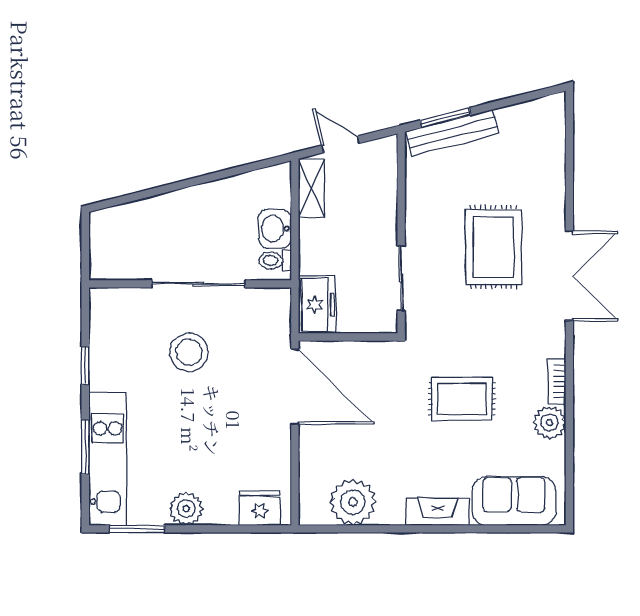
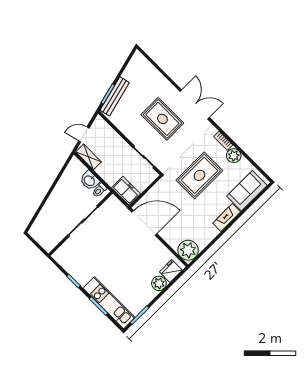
stool: (189, 352) -> (101, 245), removed
rug: (462, 399) -> (199, 175), width x1.36, depth x1.43
plant: (353, 502) -> (188, 250), moved
plant: (186, 509) -> (159, 283), moved

